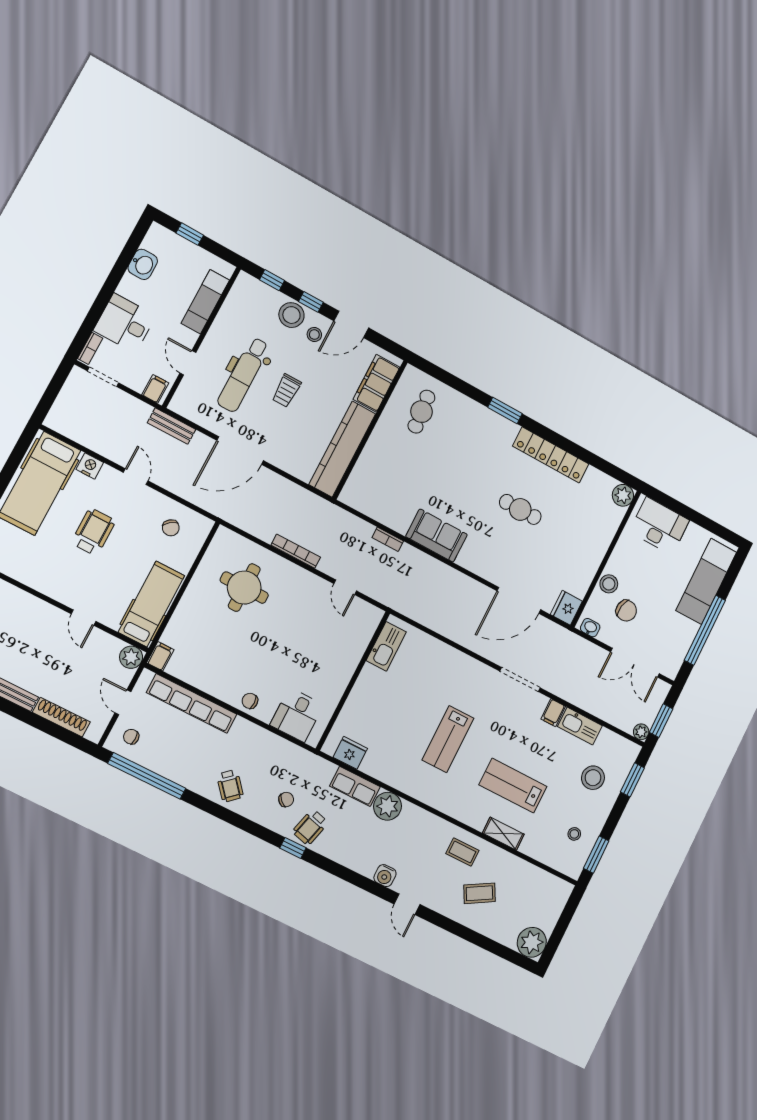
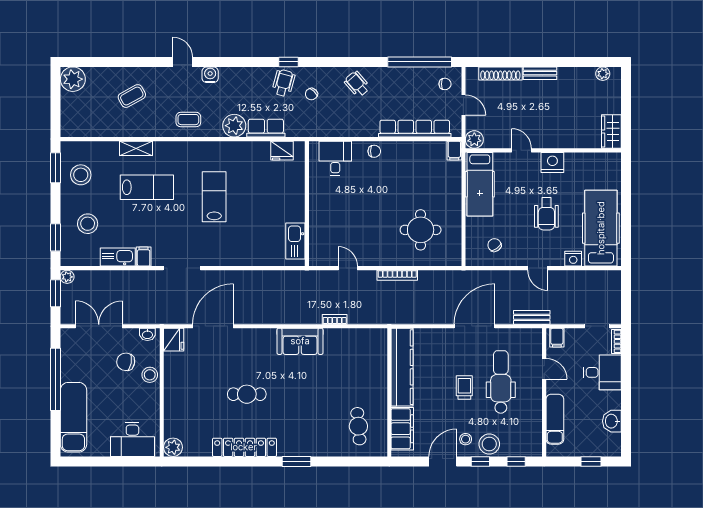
nightstand: (55, 586) -> (552, 162), added
stool: (574, 834) -> (81, 175), width x1.89, depth x1.89
coffee table: (462, 852) -> (188, 120), moved

